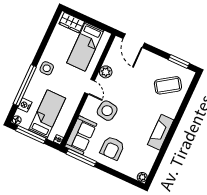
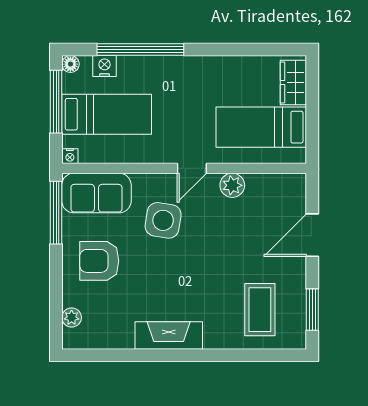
door: (134, 41) -> (312, 235), moved
side table: (47, 68) -> (190, 75), removed
coffee table: (168, 85) -> (260, 310), turned 34
plant: (142, 177) -> (72, 318), moved

